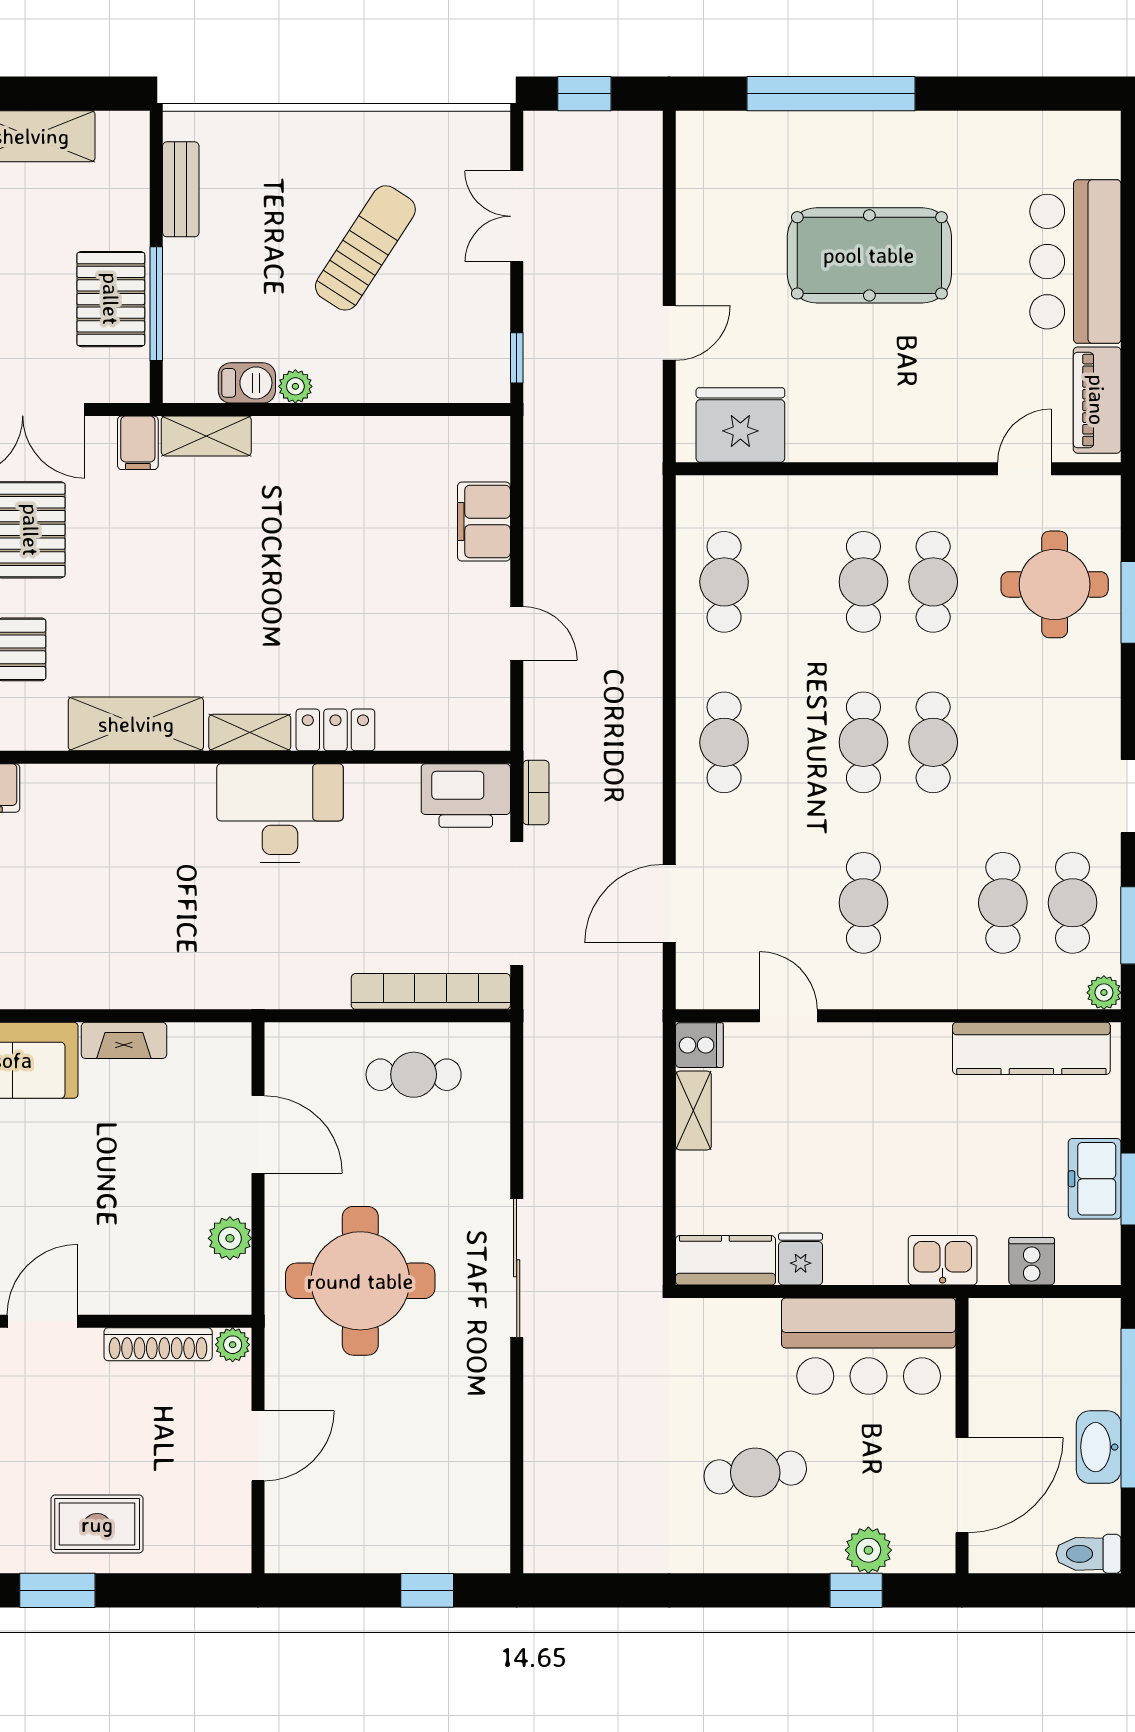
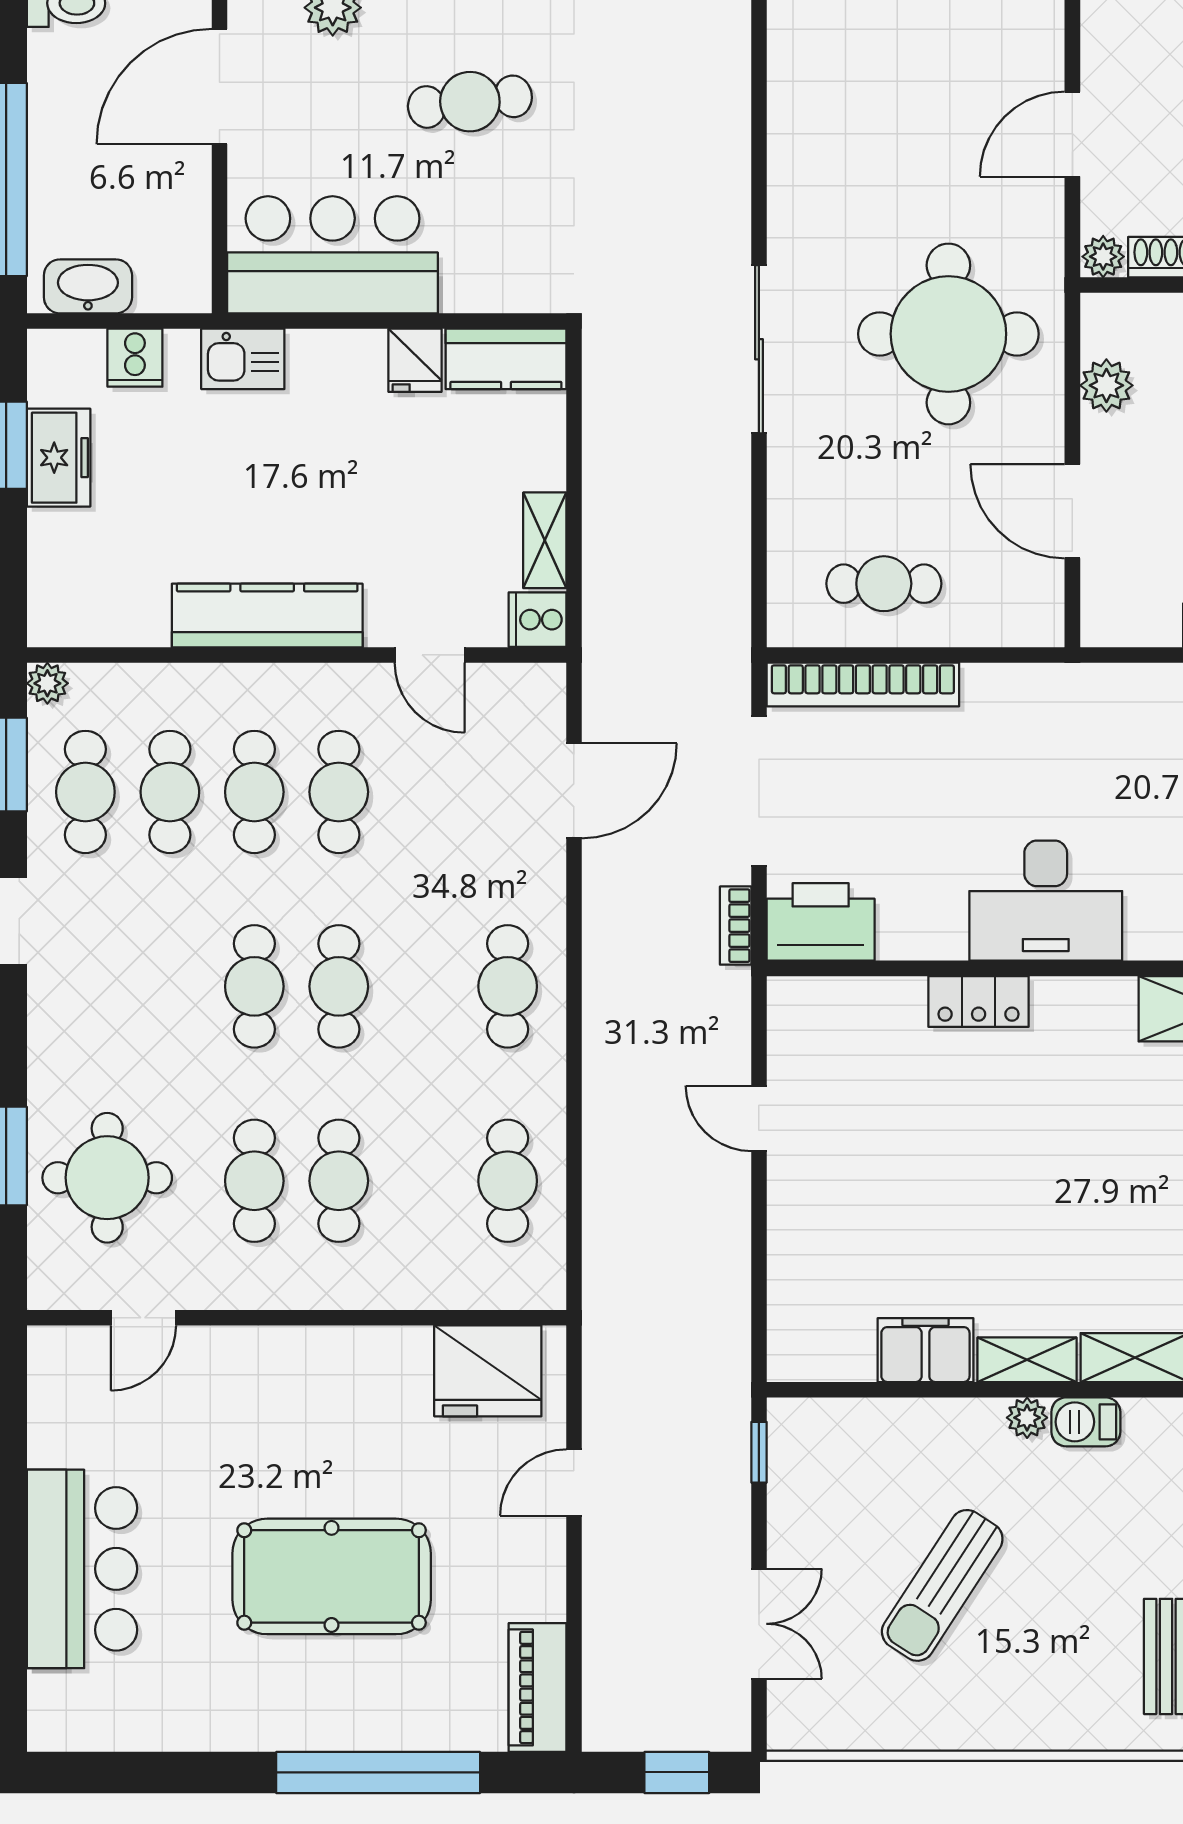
piano: (1097, 400) -> (537, 1687), moved, turned 180
filing cabinet: (484, 522) -> (925, 1350), moved, turned -90
shelving: (250, 732) -> (1027, 1360), moved
cafe table: (933, 903) -> (254, 792), added
kitchen counter: (1031, 1048) -> (267, 615), moved
washbasin: (1099, 1447) -> (88, 286), moved, turned -90

